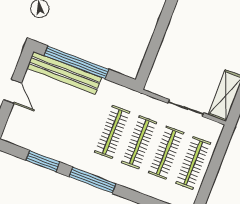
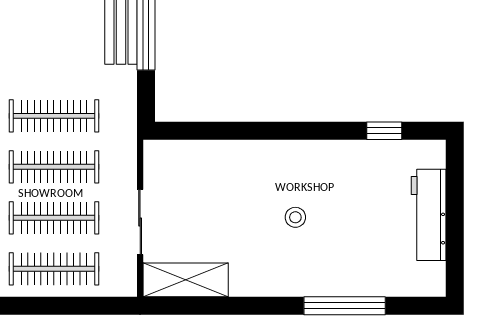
stool: (215, 25) -> (295, 217), added

